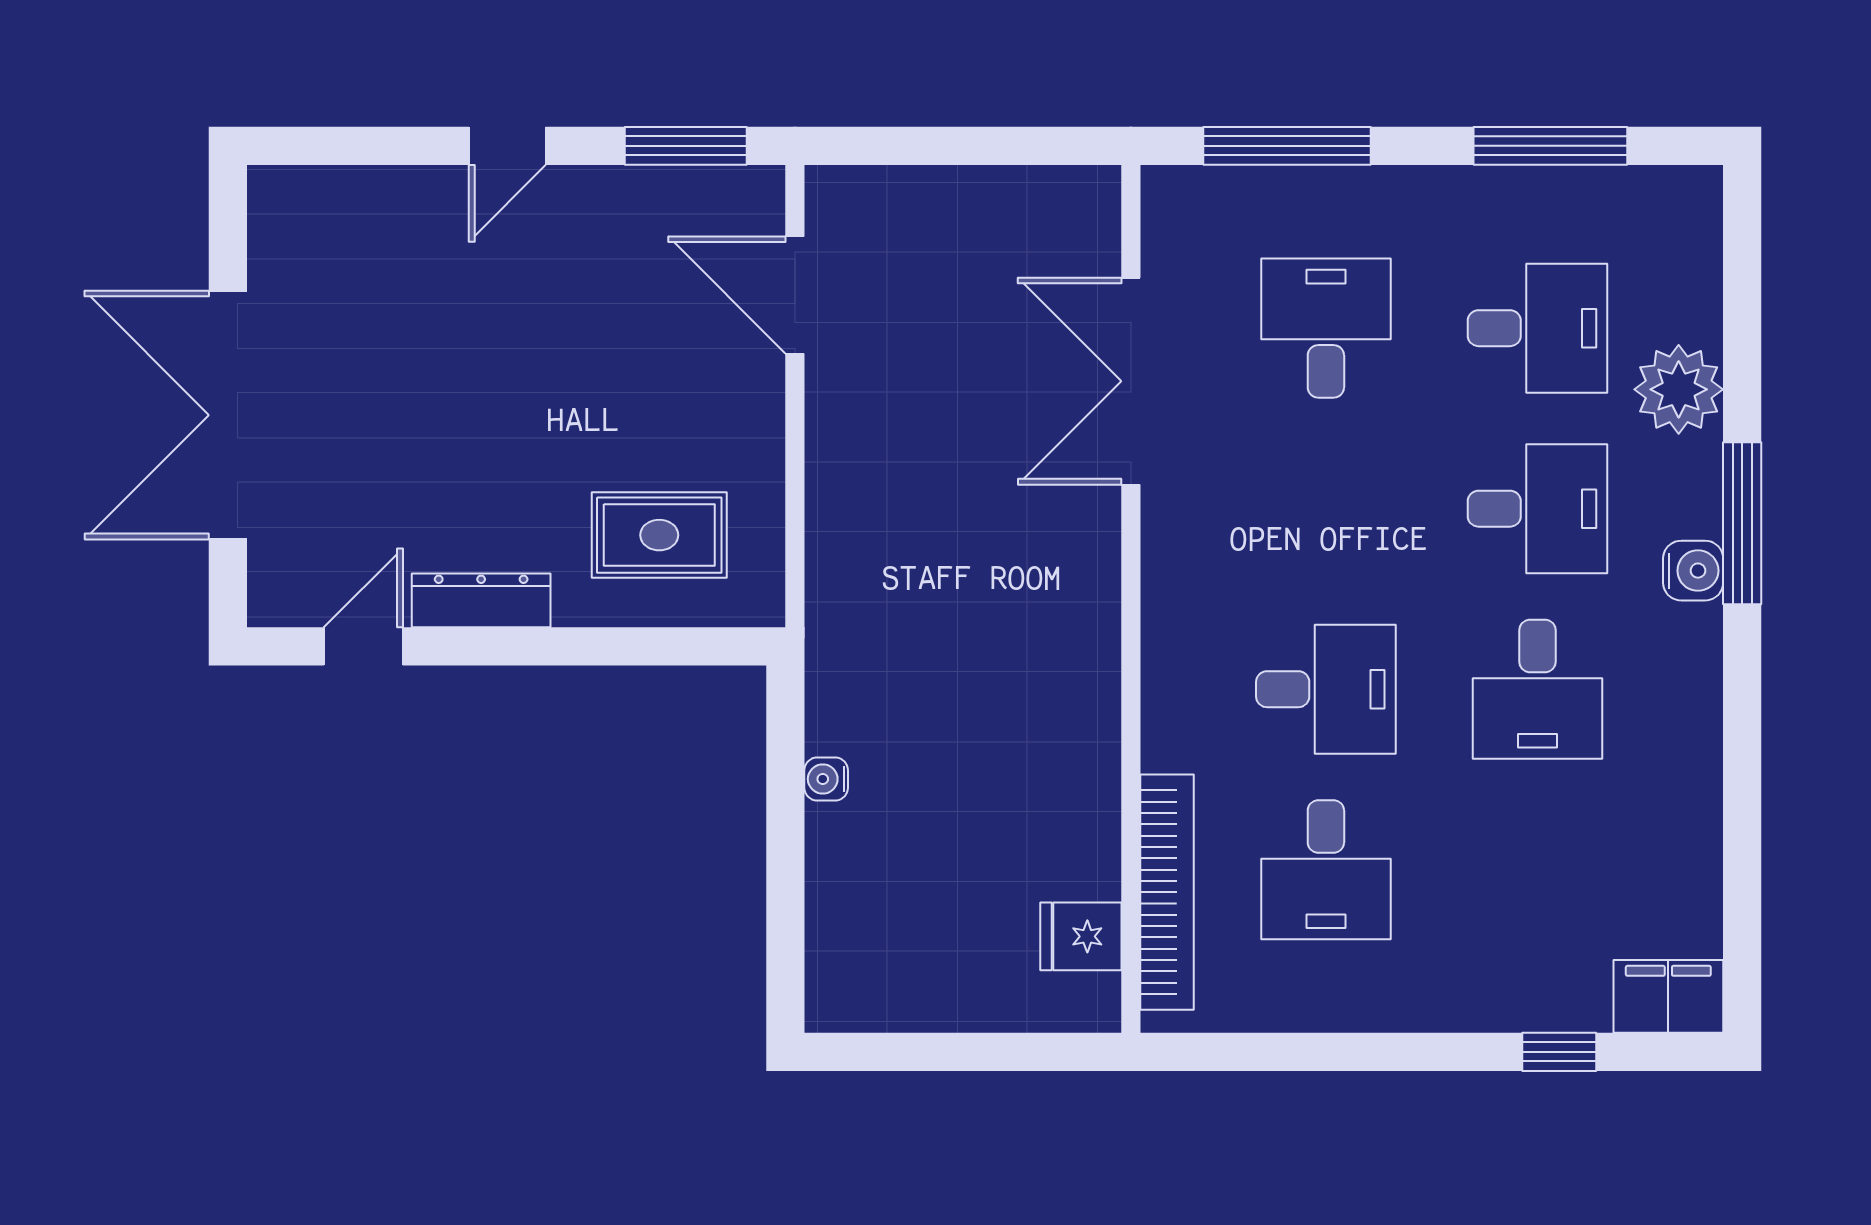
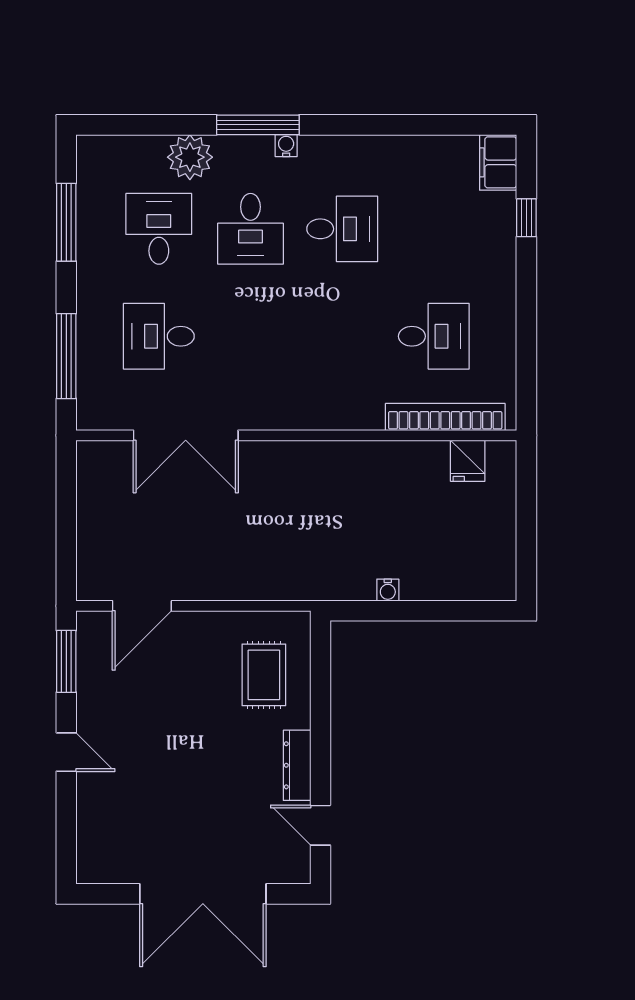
desk: (1537, 509) -> (250, 229), turned 180
water cooler: (1693, 571) -> (286, 146), width x0.72, depth x0.72
desk: (1326, 689) -> (342, 336), removed

